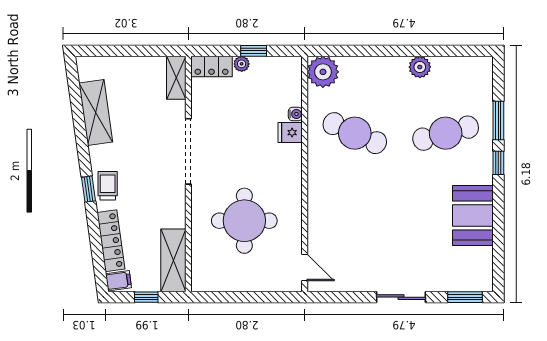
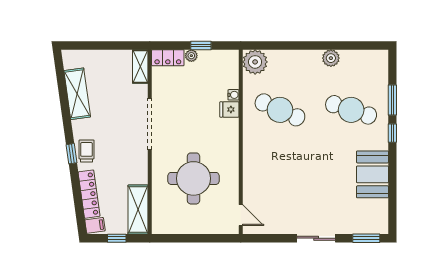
cafe table: (446, 133) -> (351, 110), turned 33

